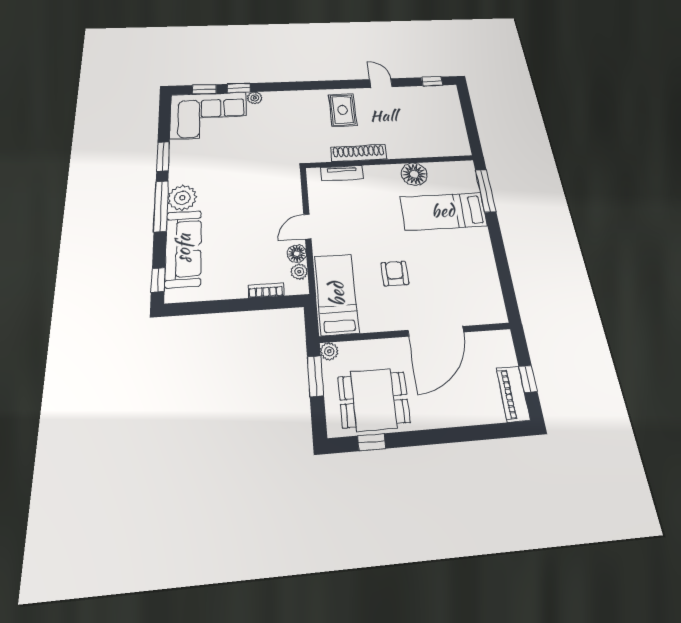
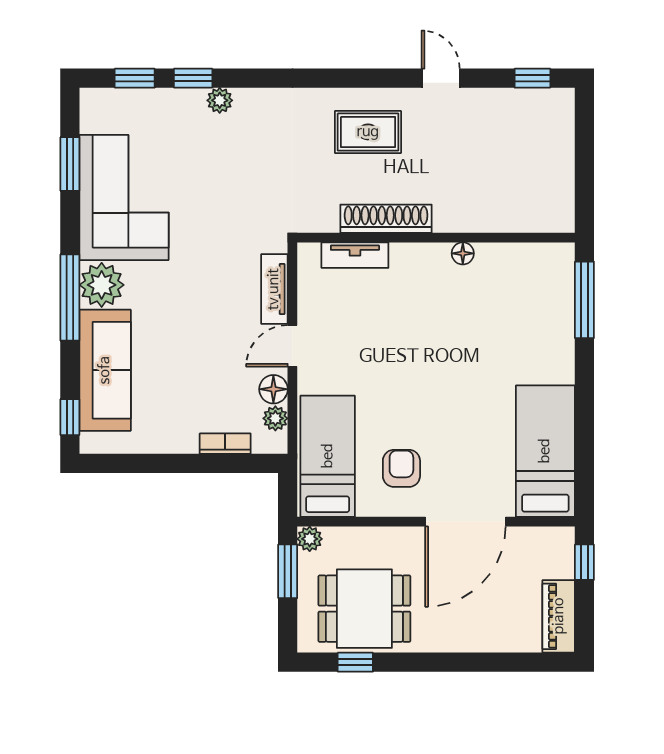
rug: (343, 110) -> (368, 132), turned 90
corner sofa: (209, 115) -> (124, 198), moved, turned -90
window: (163, 156) -> (70, 164), moved
floor lamp: (414, 174) -> (463, 253), width x0.53, depth x0.53
tv unit: (293, 194) -> (274, 289), added
bed: (443, 211) -> (545, 451), moved, turned 90
armchair: (395, 274) -> (401, 468), moved
window: (528, 379) -> (584, 562), moved

